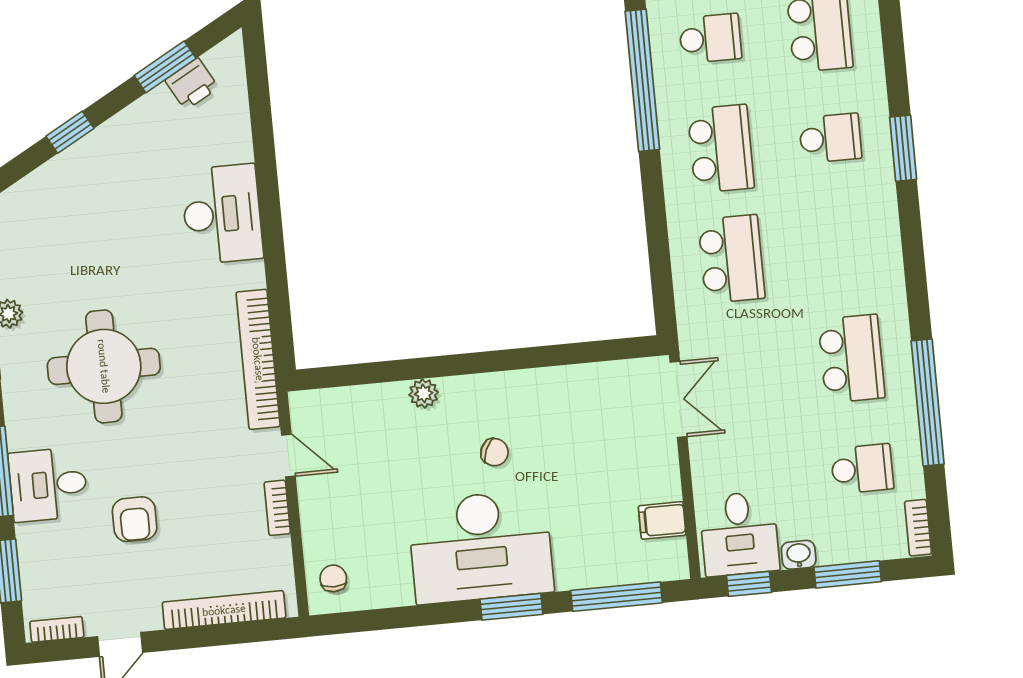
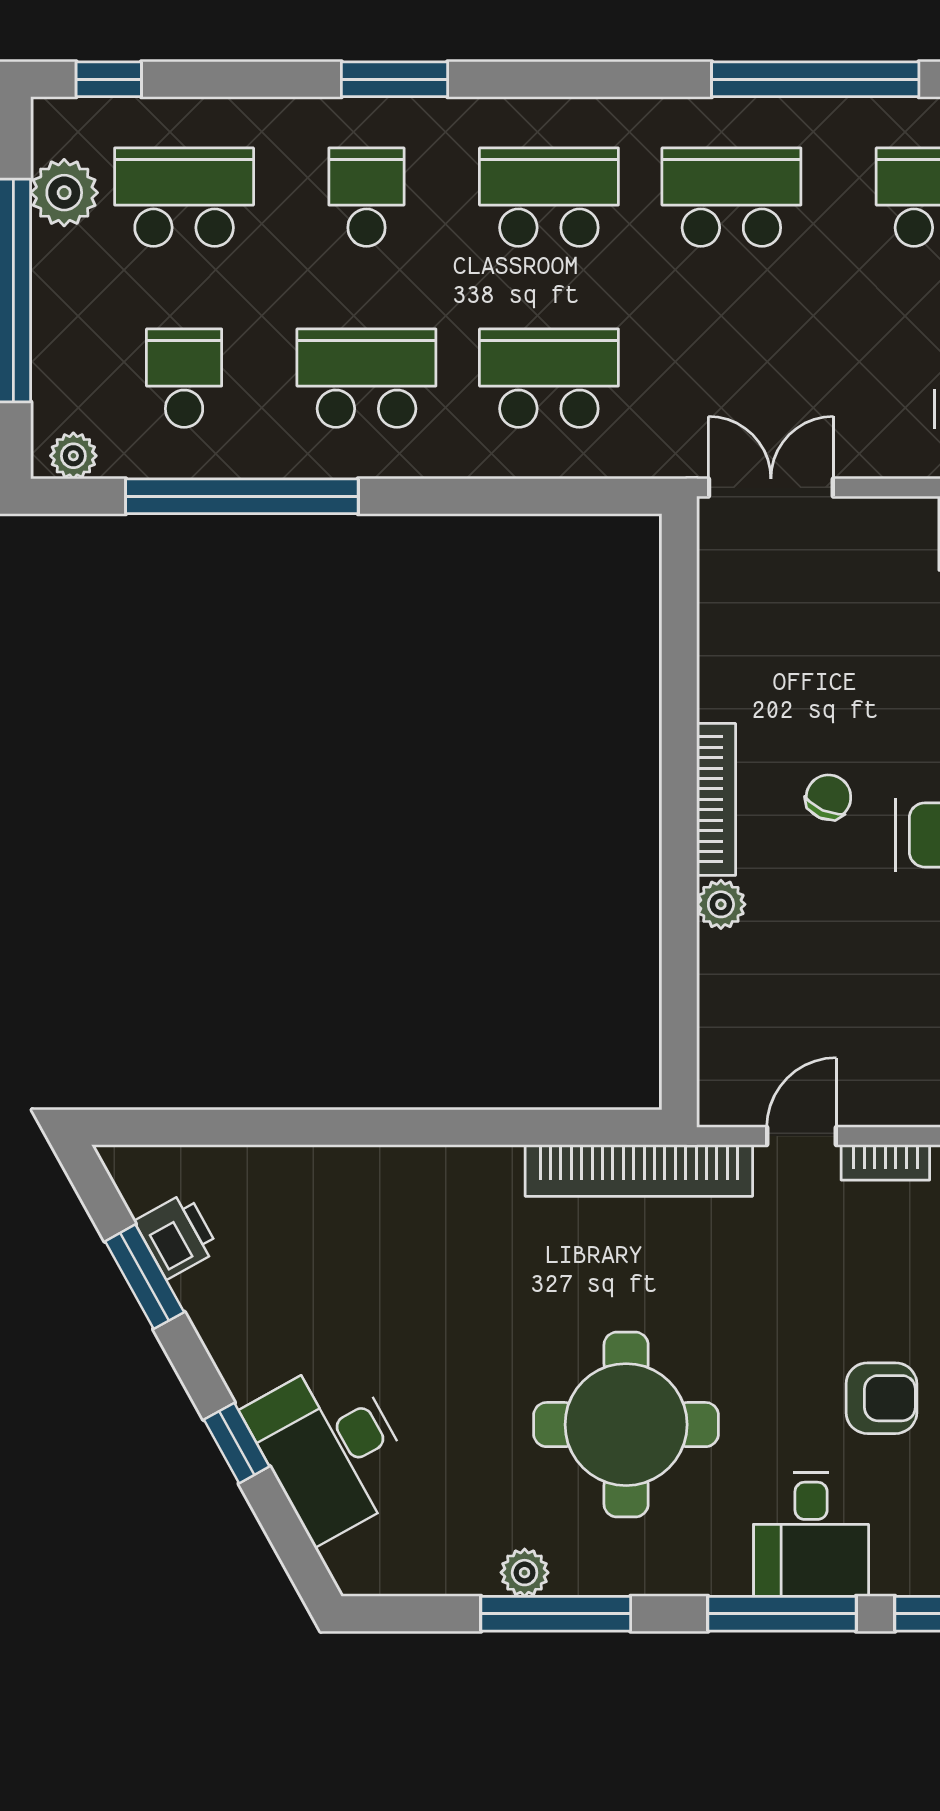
desk: (222, 214) -> (331, 1449), moved, turned -119
school desk: (841, 248) -> (549, 197), added
bookcase: (487, 384) -> (716, 799), added

